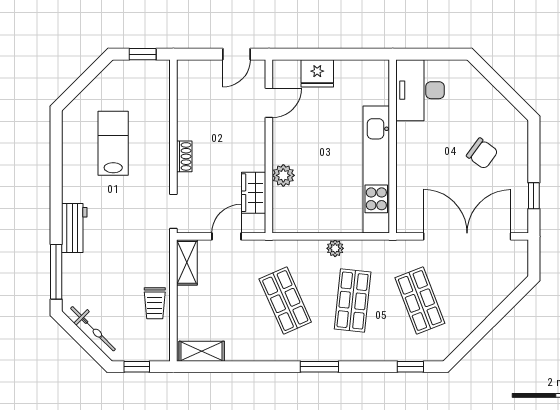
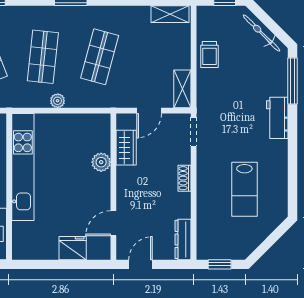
dresser: (186, 84) -> (183, 239), added
shop shelf: (285, 301) -> (100, 57), turned 39
trolley: (155, 303) -> (209, 55), turned 180

